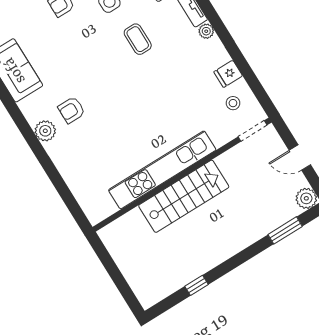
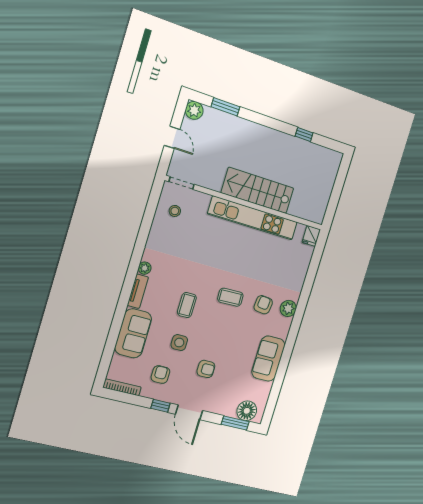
fridge: (228, 74) -> (311, 236), moved, turned 90
coffee table: (108, 85) -> (230, 297), added
armchair: (71, 110) -> (263, 305), turned -84

